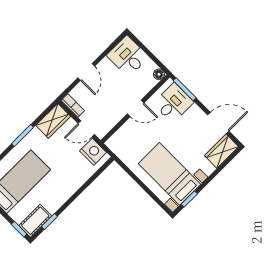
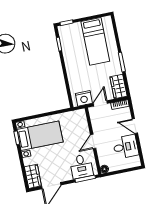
desk: (128, 56) -> (126, 147), moved
cot: (35, 221) -> (65, 36), removed

